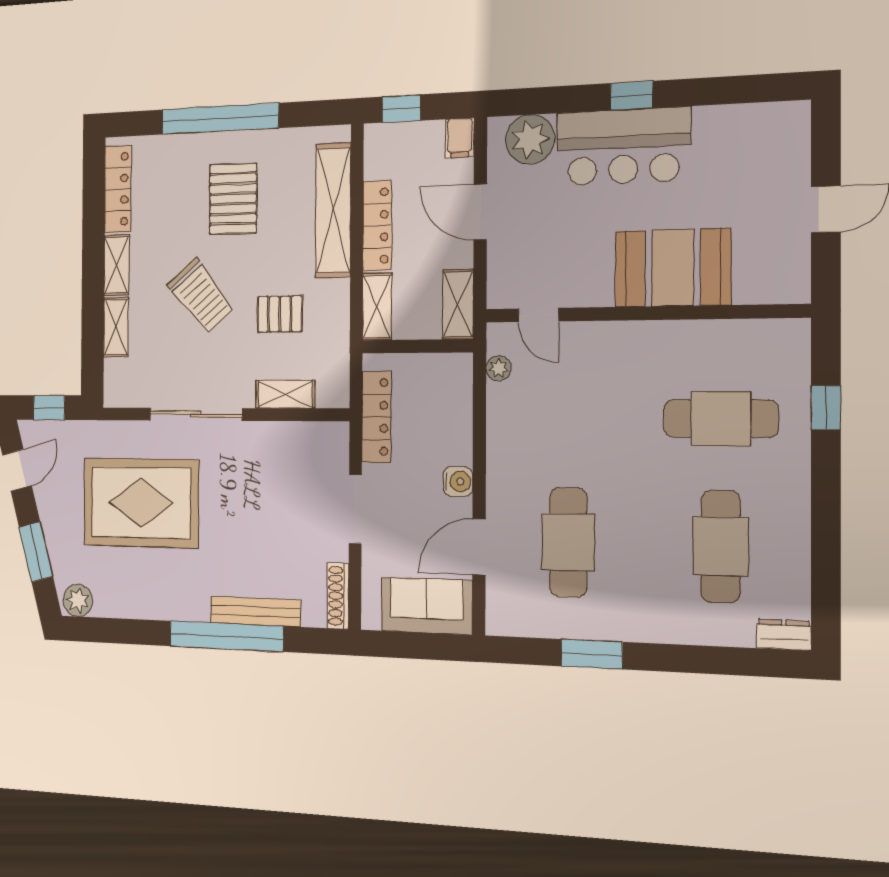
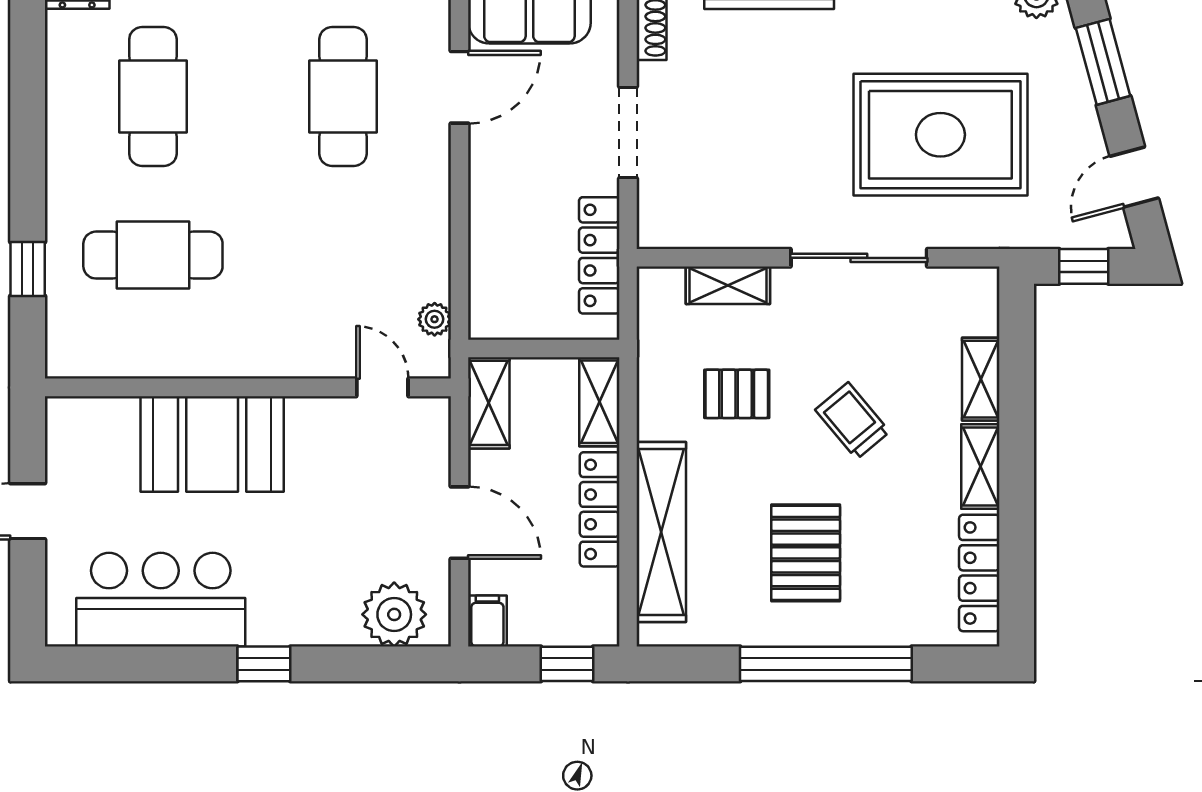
bar counter: (623, 146) -> (161, 600), moved
trolley: (201, 296) -> (852, 421), width x0.73, depth x0.72
water cooler: (458, 481) -> (488, 172), removed

